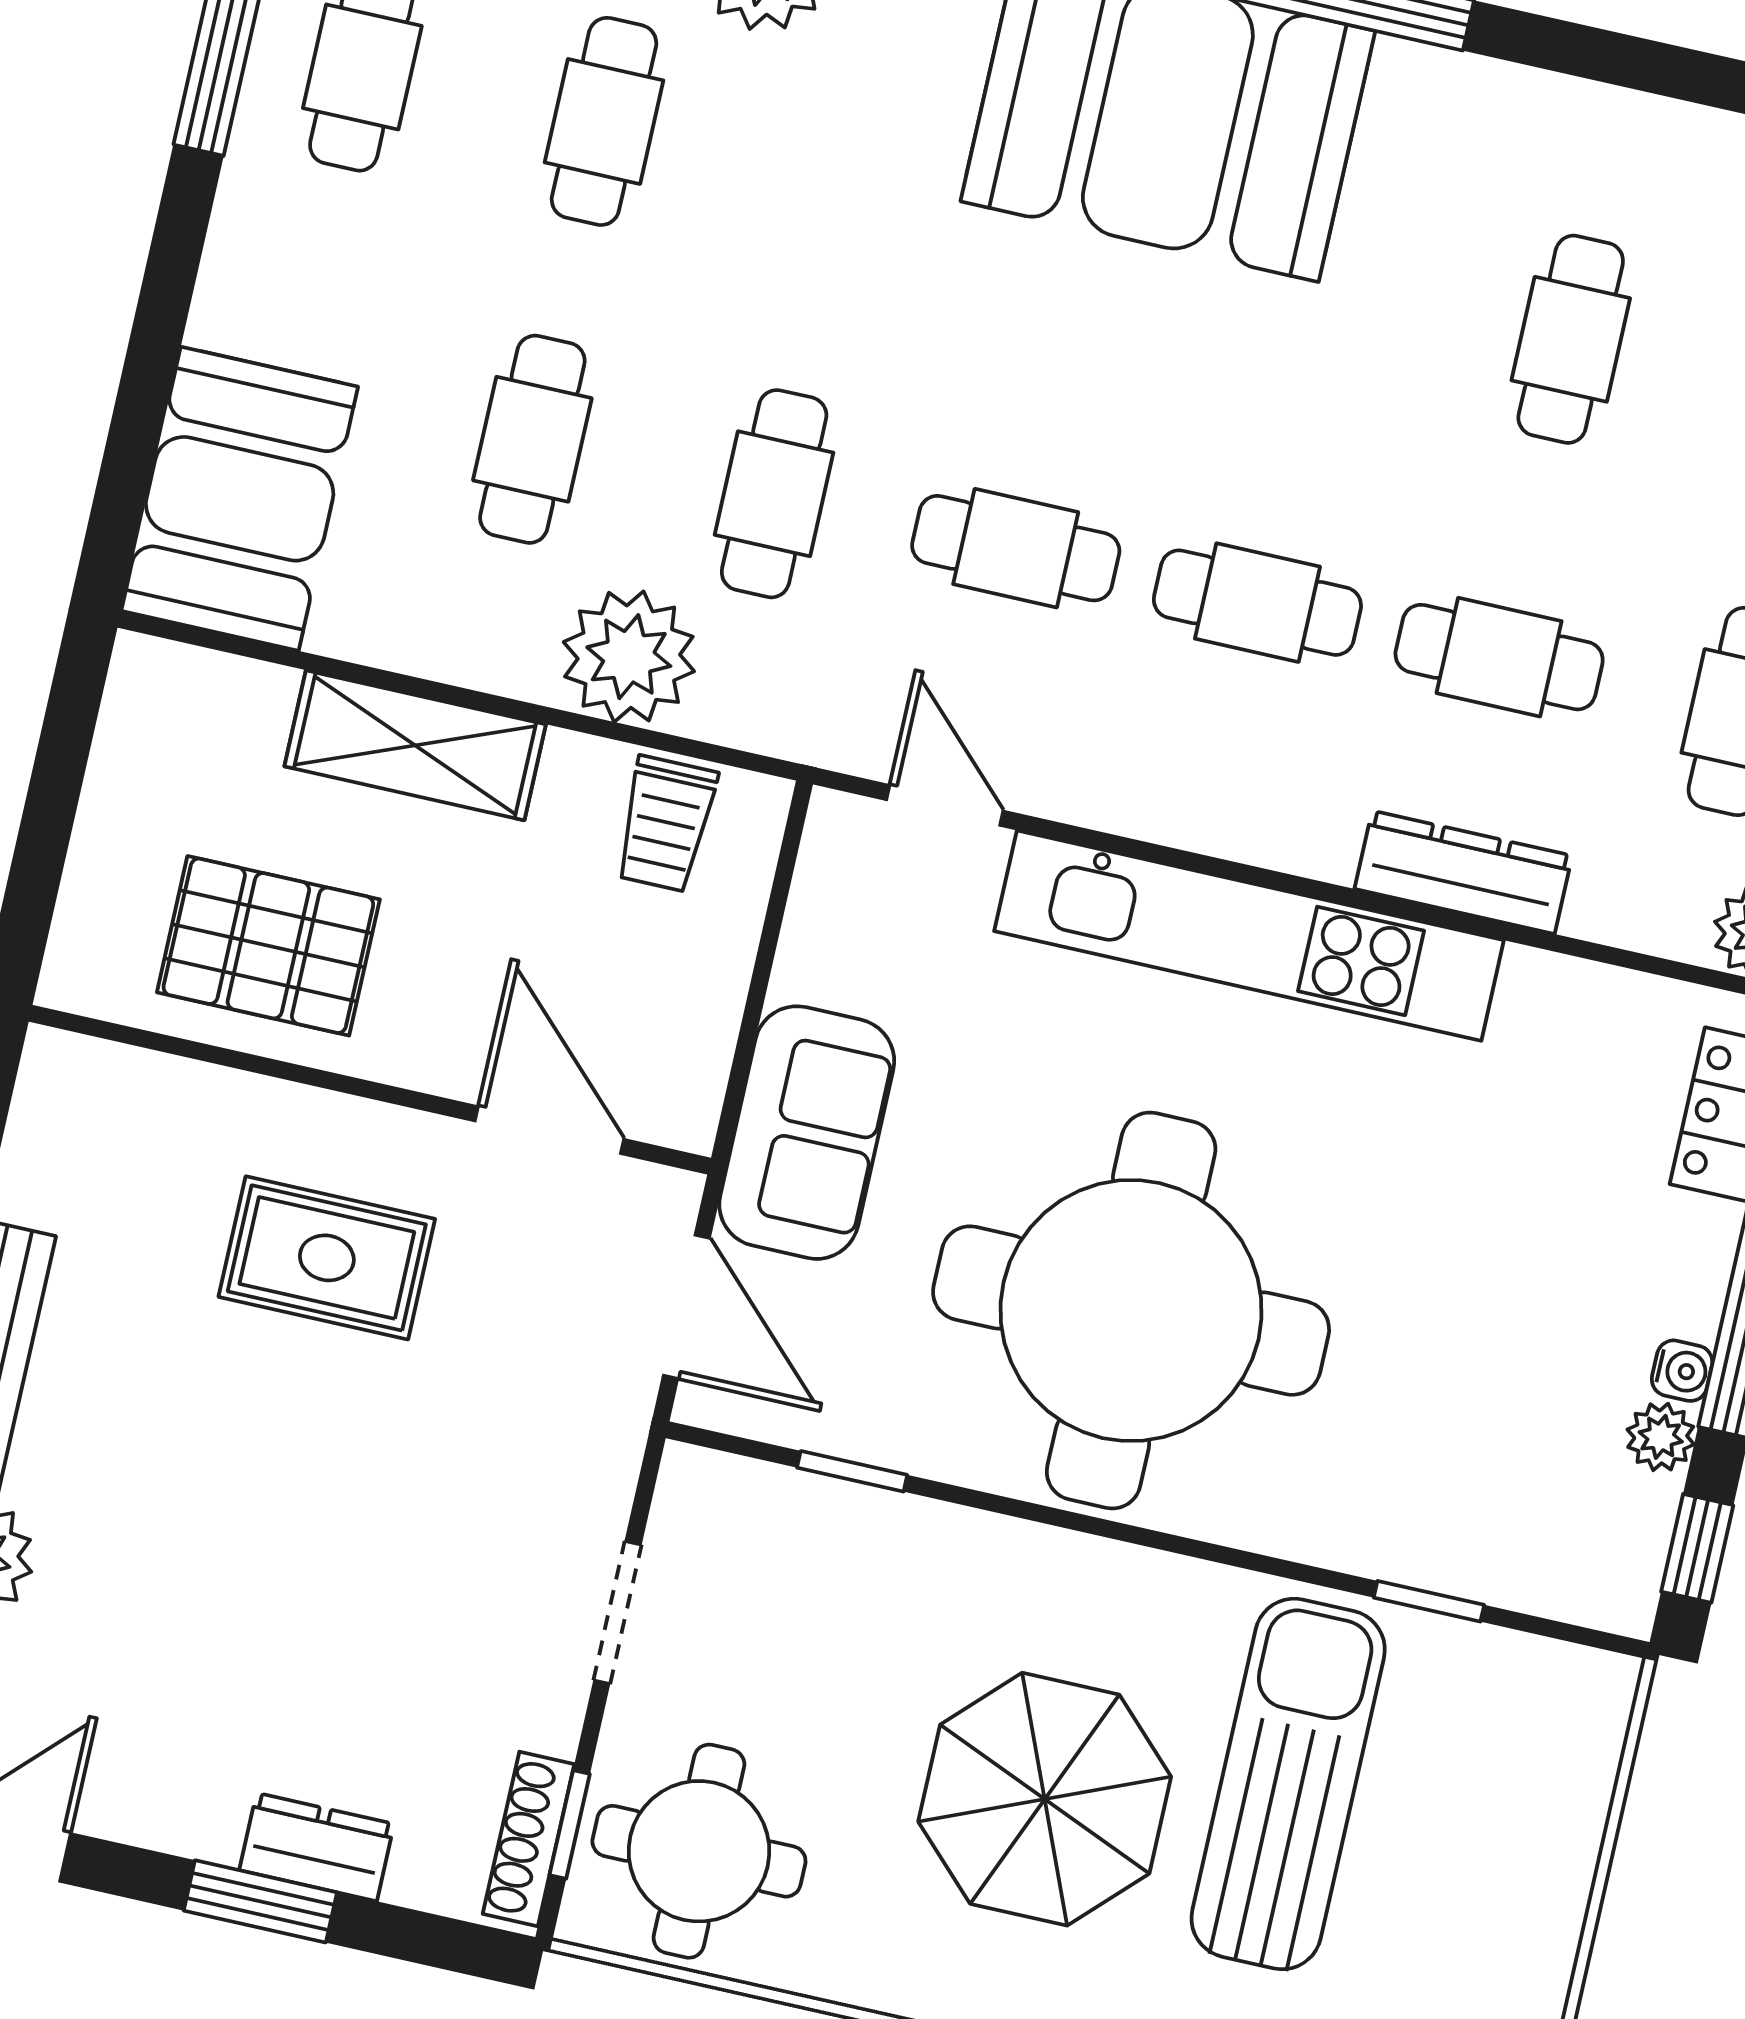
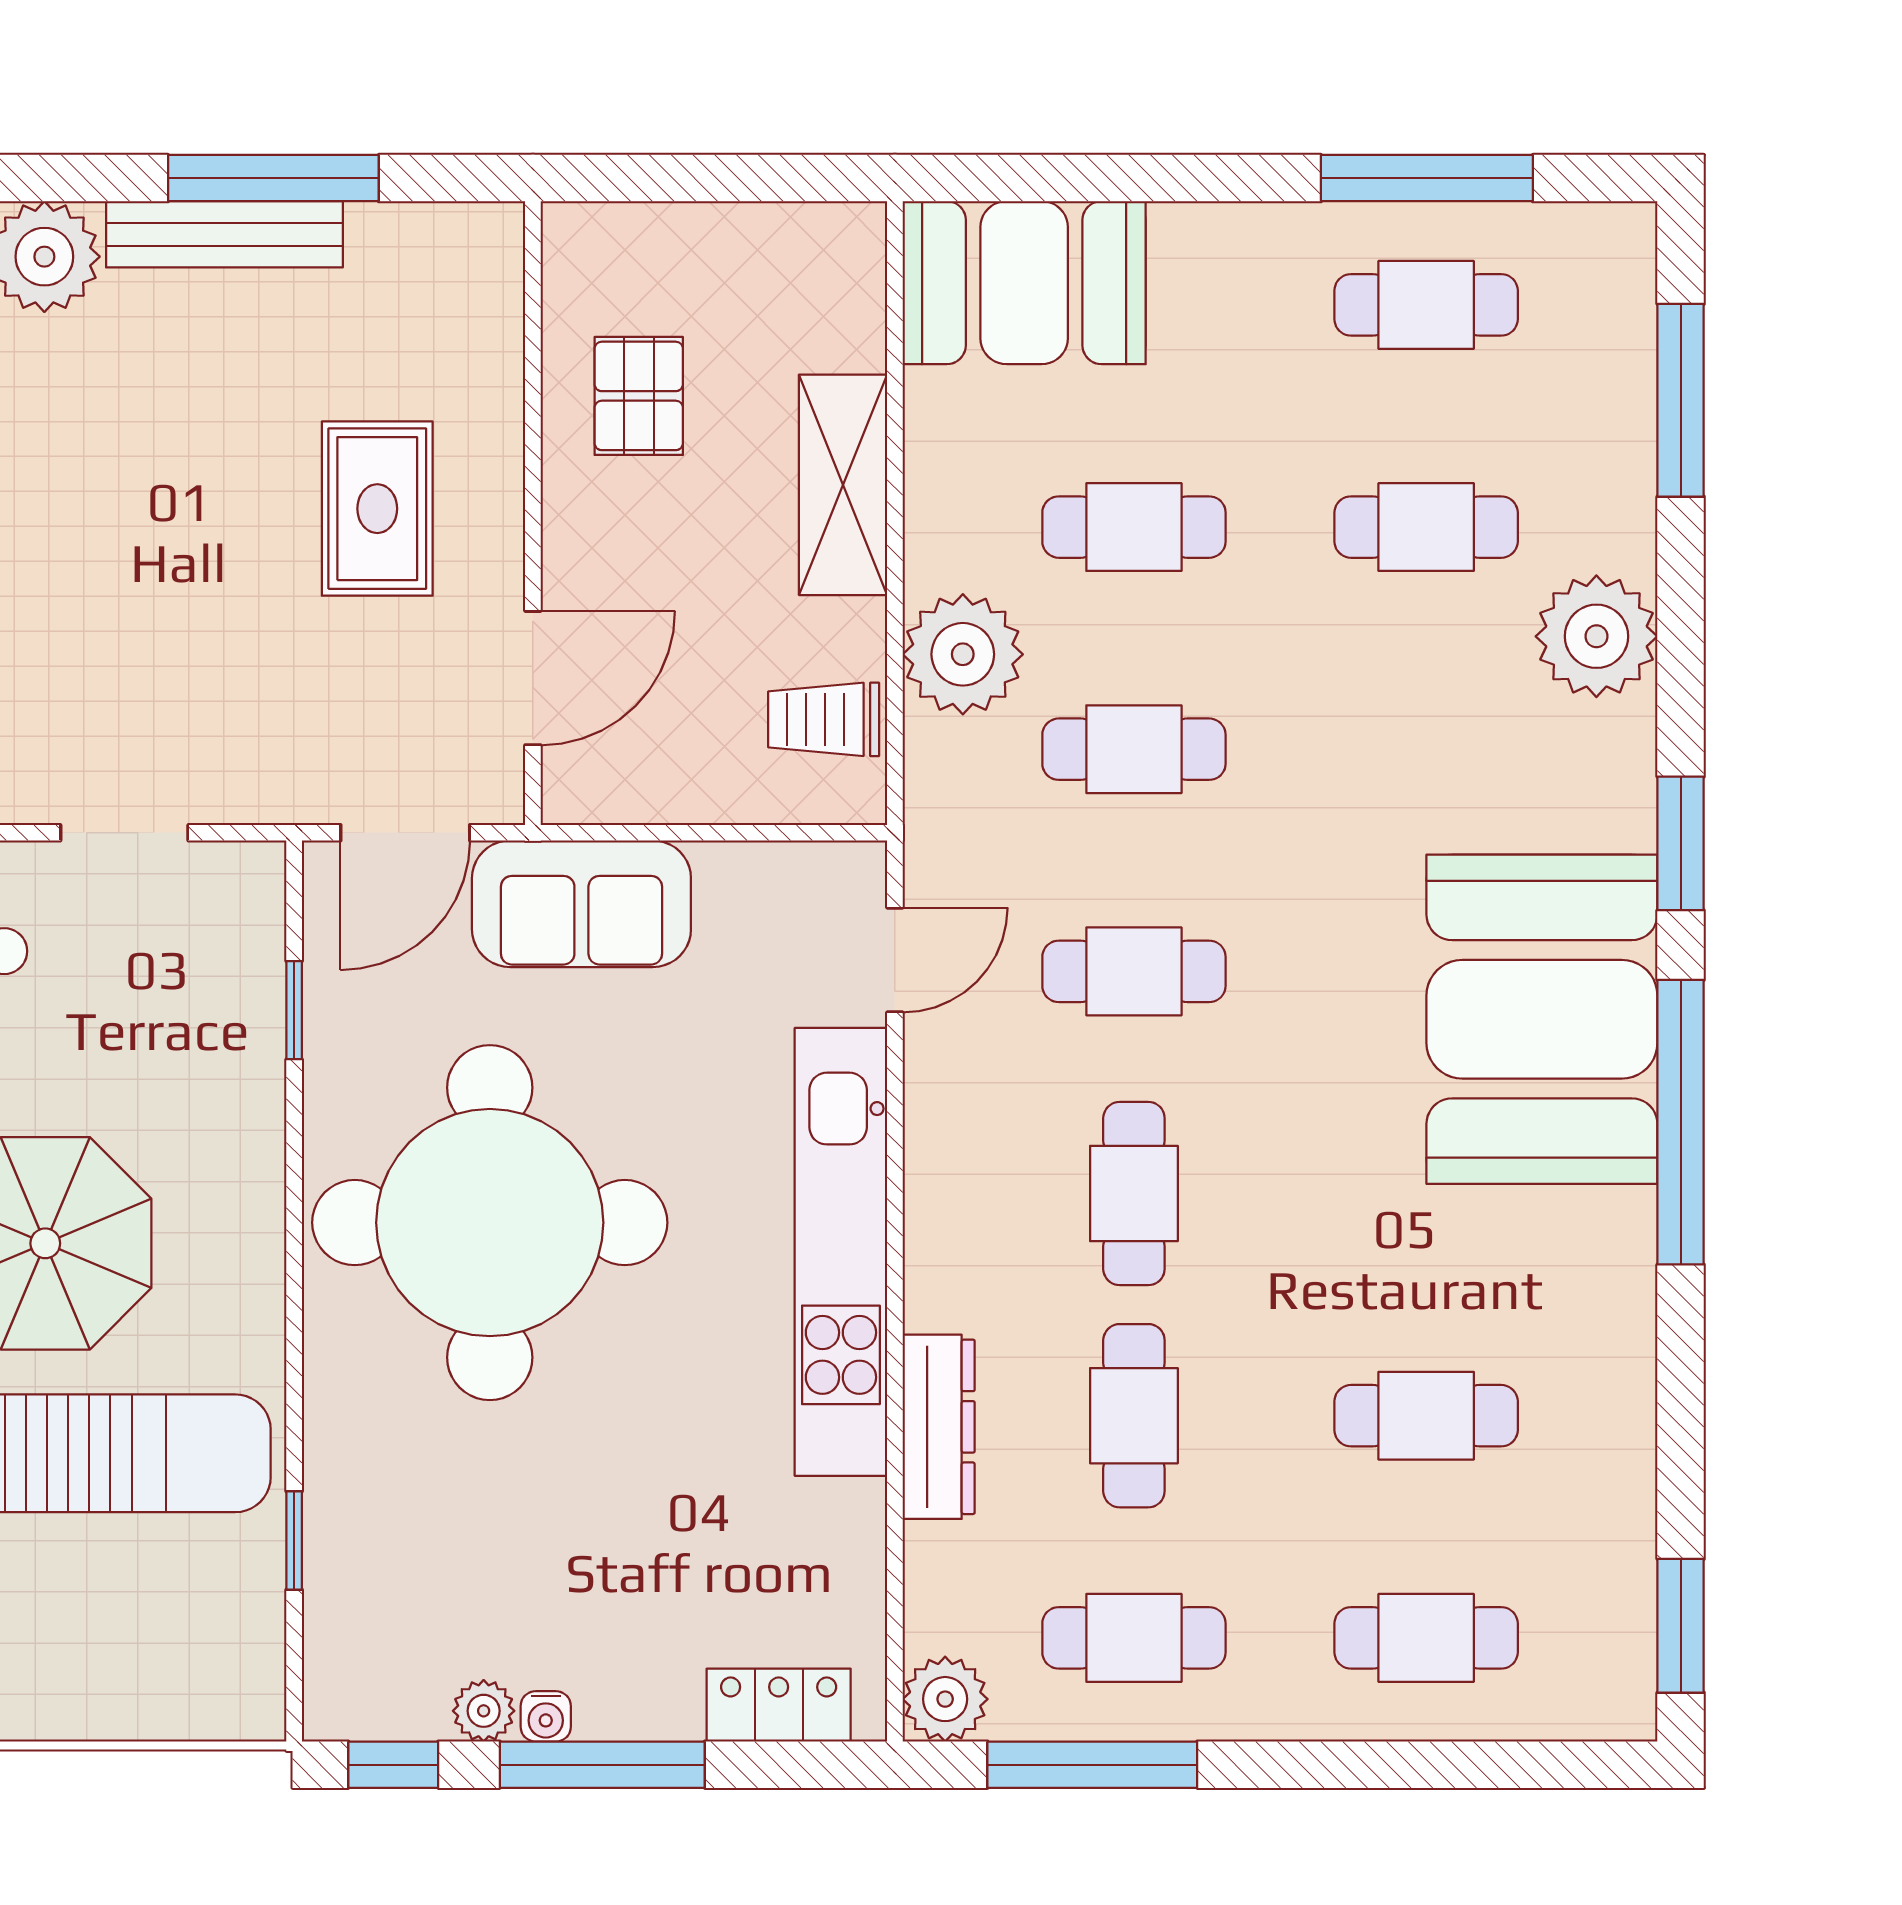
cafe table: (1016, 548) -> (1134, 971), turned 90
pallet: (268, 946) -> (639, 396), width x0.67, depth x0.71

